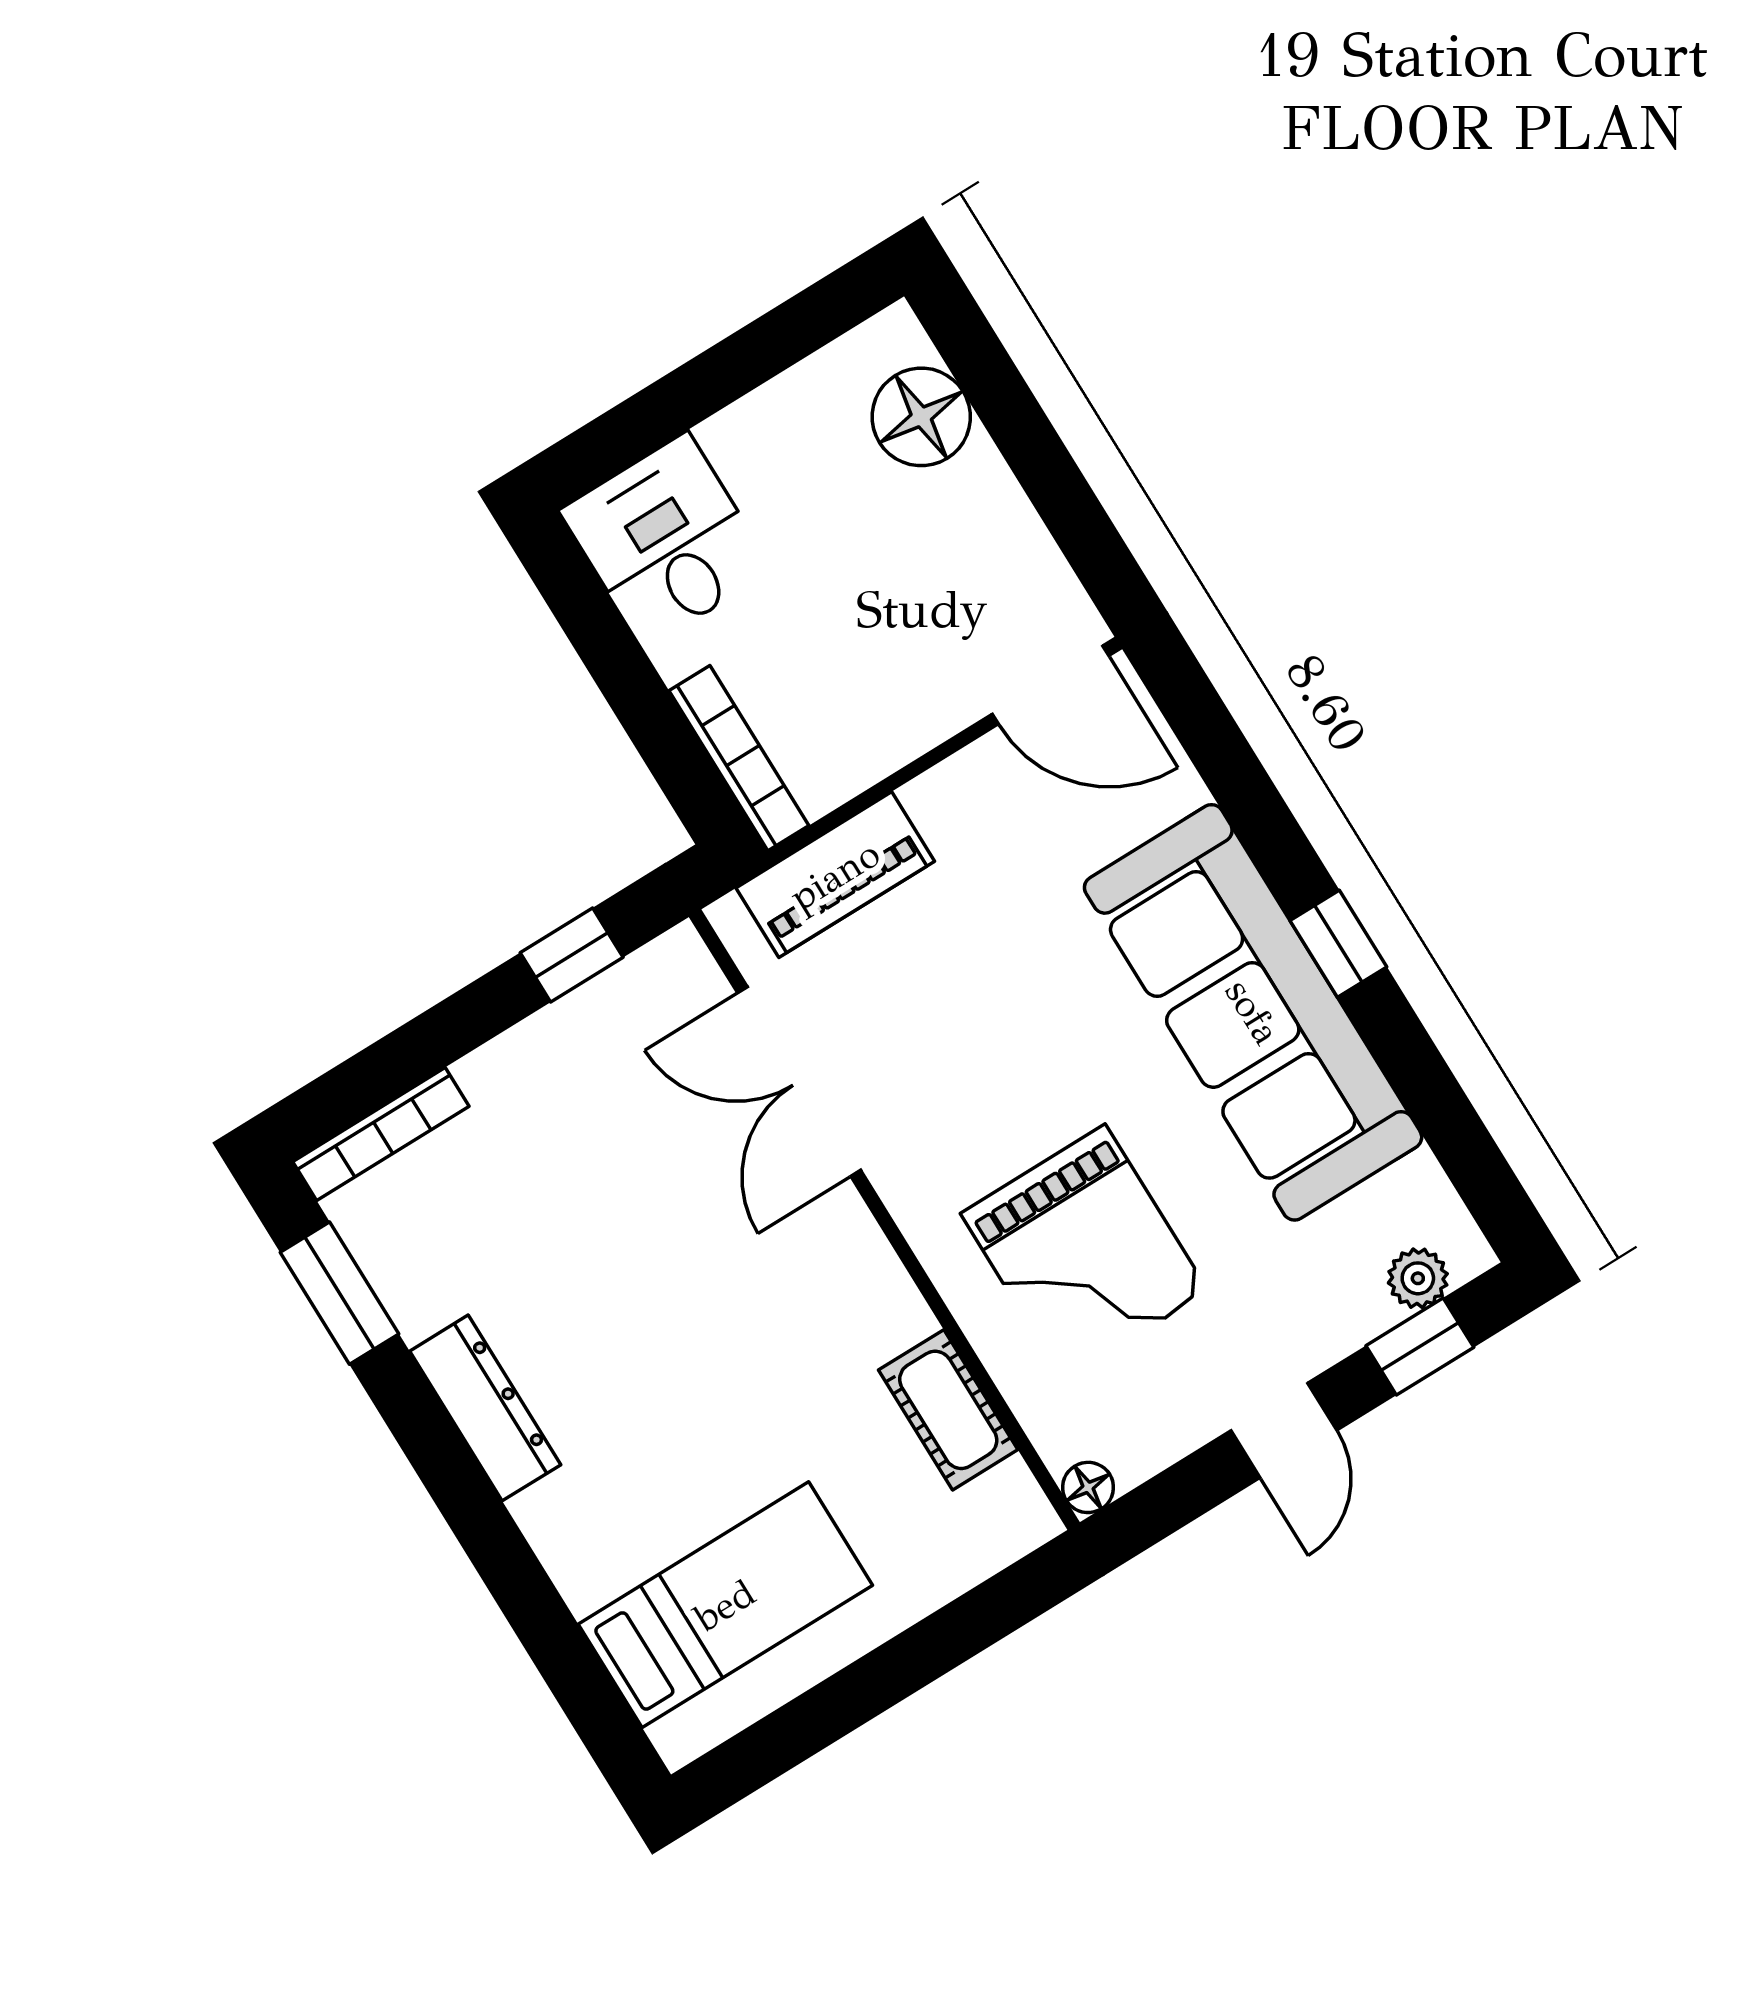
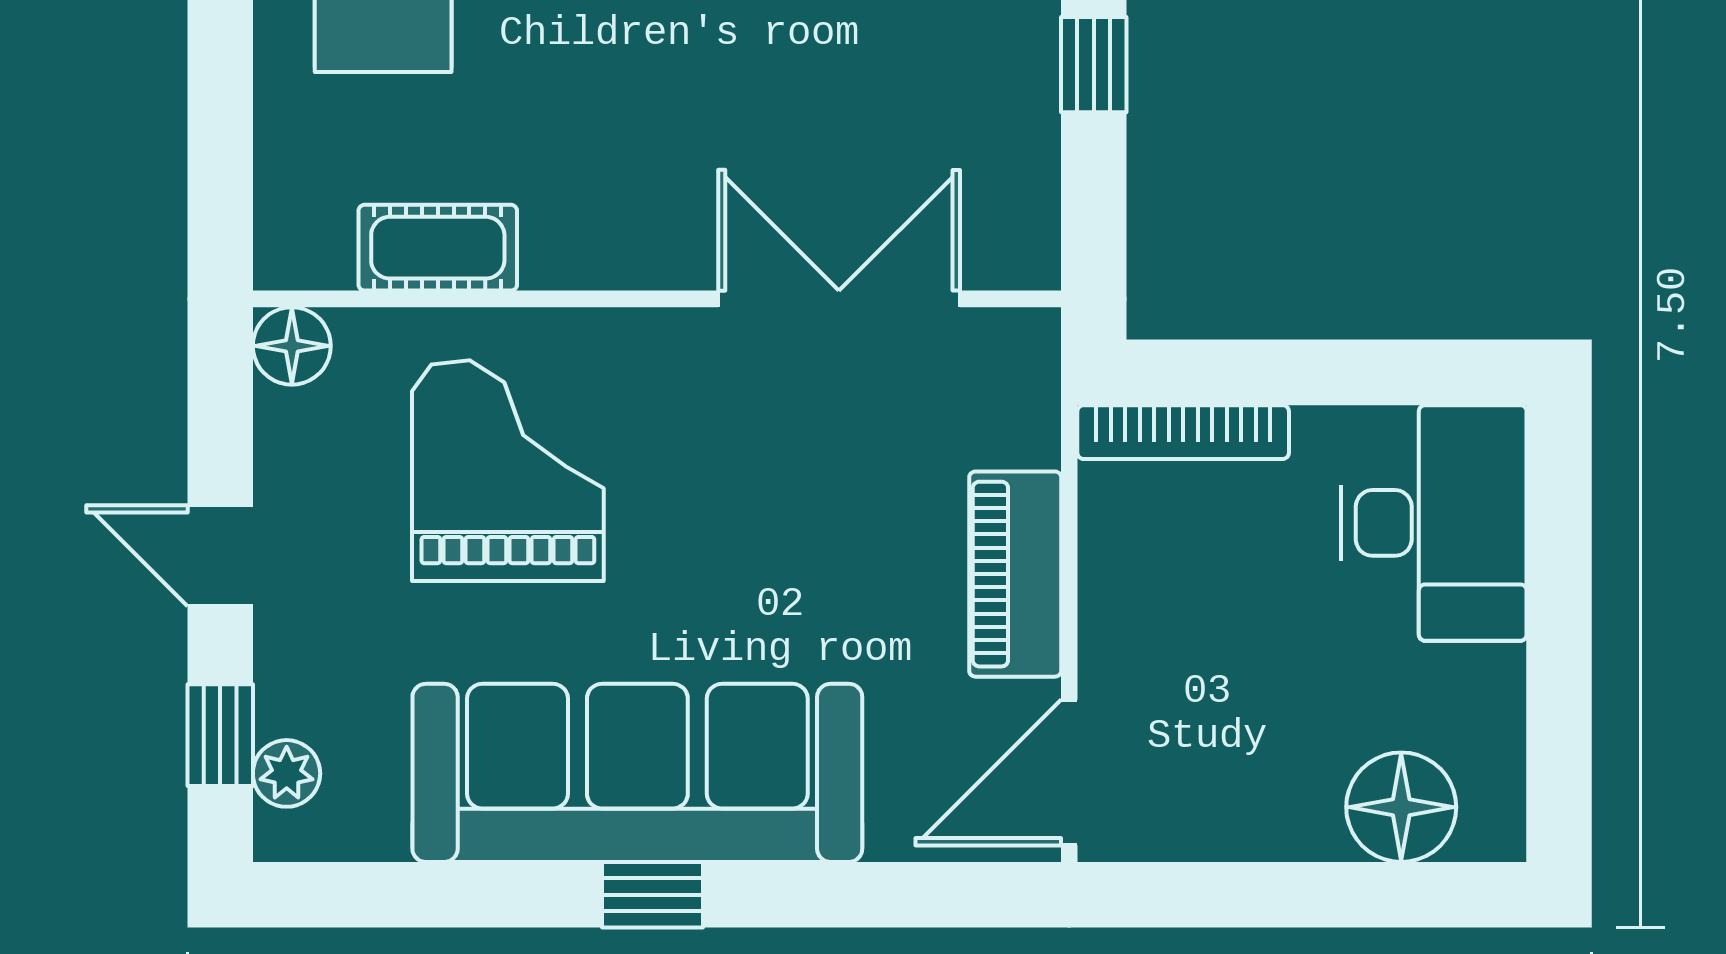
desk: (666, 540) -> (1434, 523), width x1.37
piano: (835, 875) -> (1015, 574), moved
window: (572, 955) -> (1094, 65), moved
grand piano: (1084, 1252) -> (508, 471), turned 90
floor lamp: (1088, 1487) -> (292, 346), width x1.37, depth x1.37

